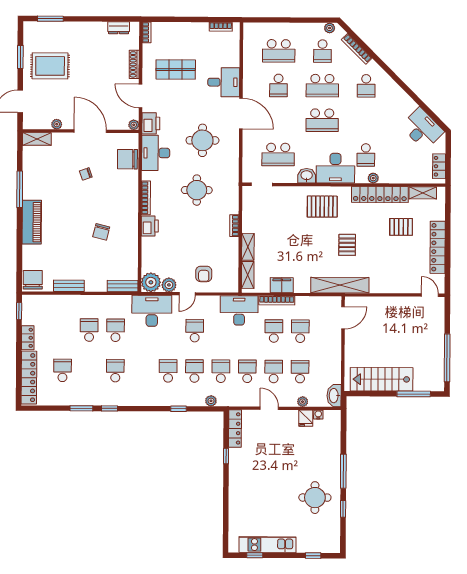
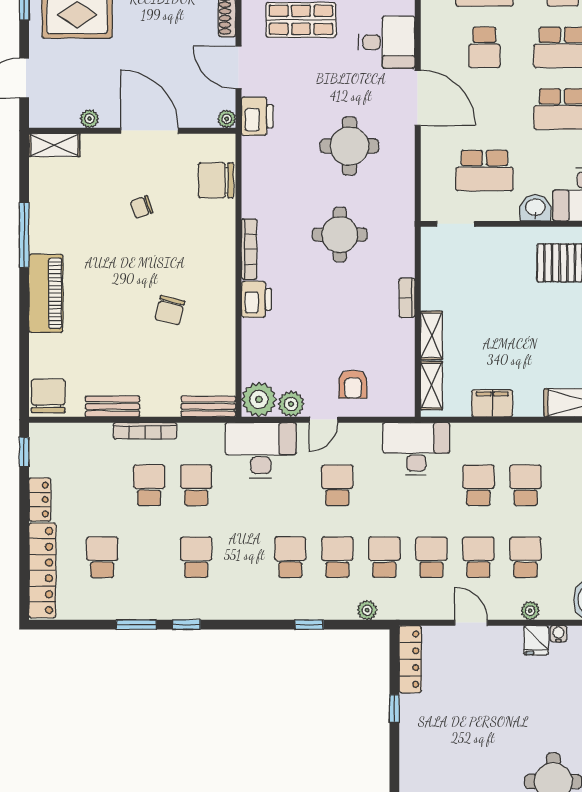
desk: (156, 153) -> (266, 169), removed
bookcase: (277, 300) -> (145, 431), moved

